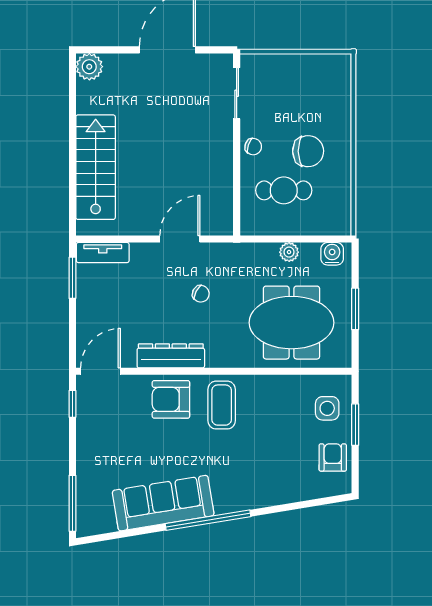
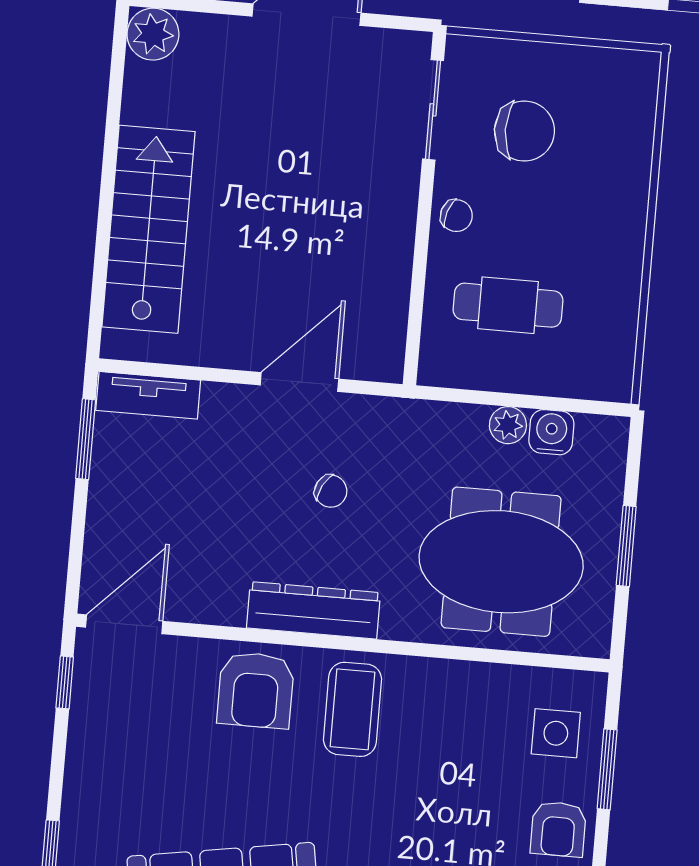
chair: (308, 151) -> (524, 131), moved
water cooler: (332, 254) -> (551, 432), moved
dresser: (171, 356) -> (314, 610), moved
armchair: (171, 399) -> (256, 690), turned -90
armchair: (333, 457) -> (558, 829), turned 180

